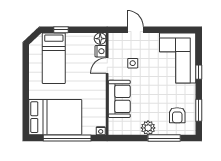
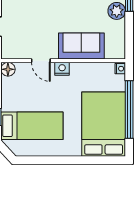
nightstand: (101, 51) -> (62, 69), moved
side table: (133, 63) -> (38, 30), removed

